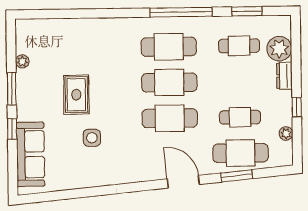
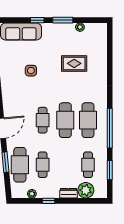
rug: (76, 95) -> (74, 63), moved
cafe table: (170, 118) -> (43, 120), width x0.73, depth x0.74

